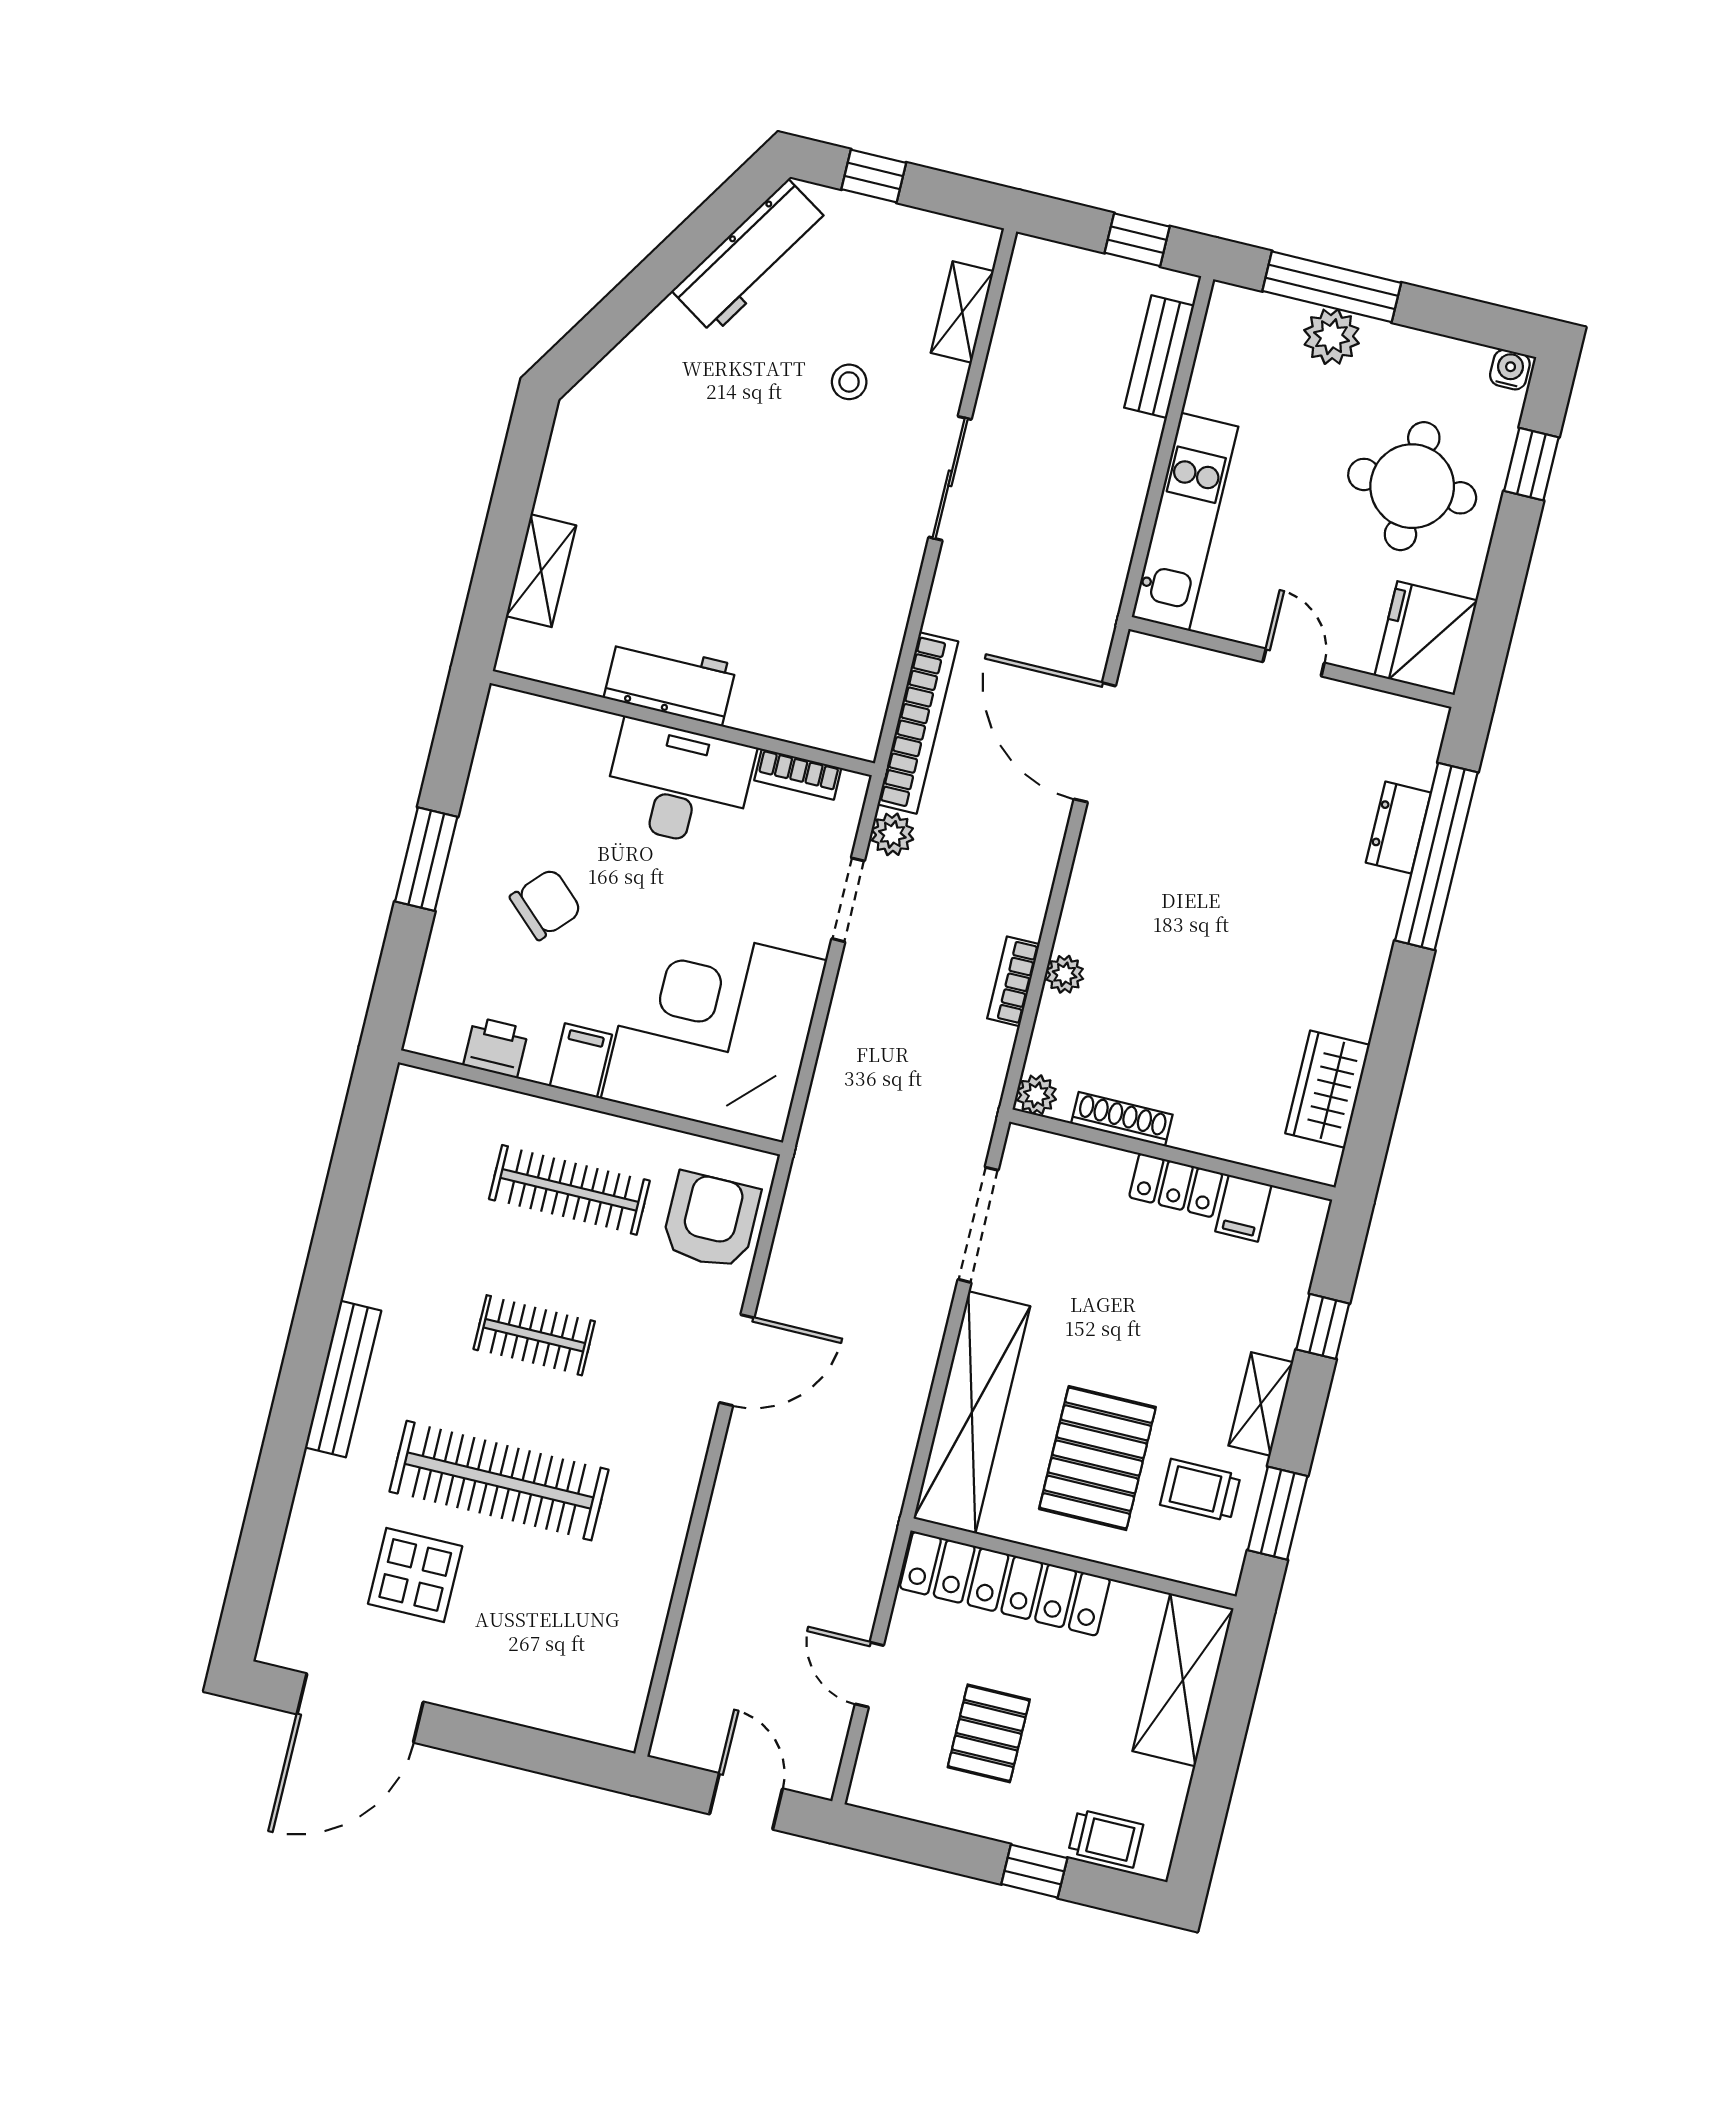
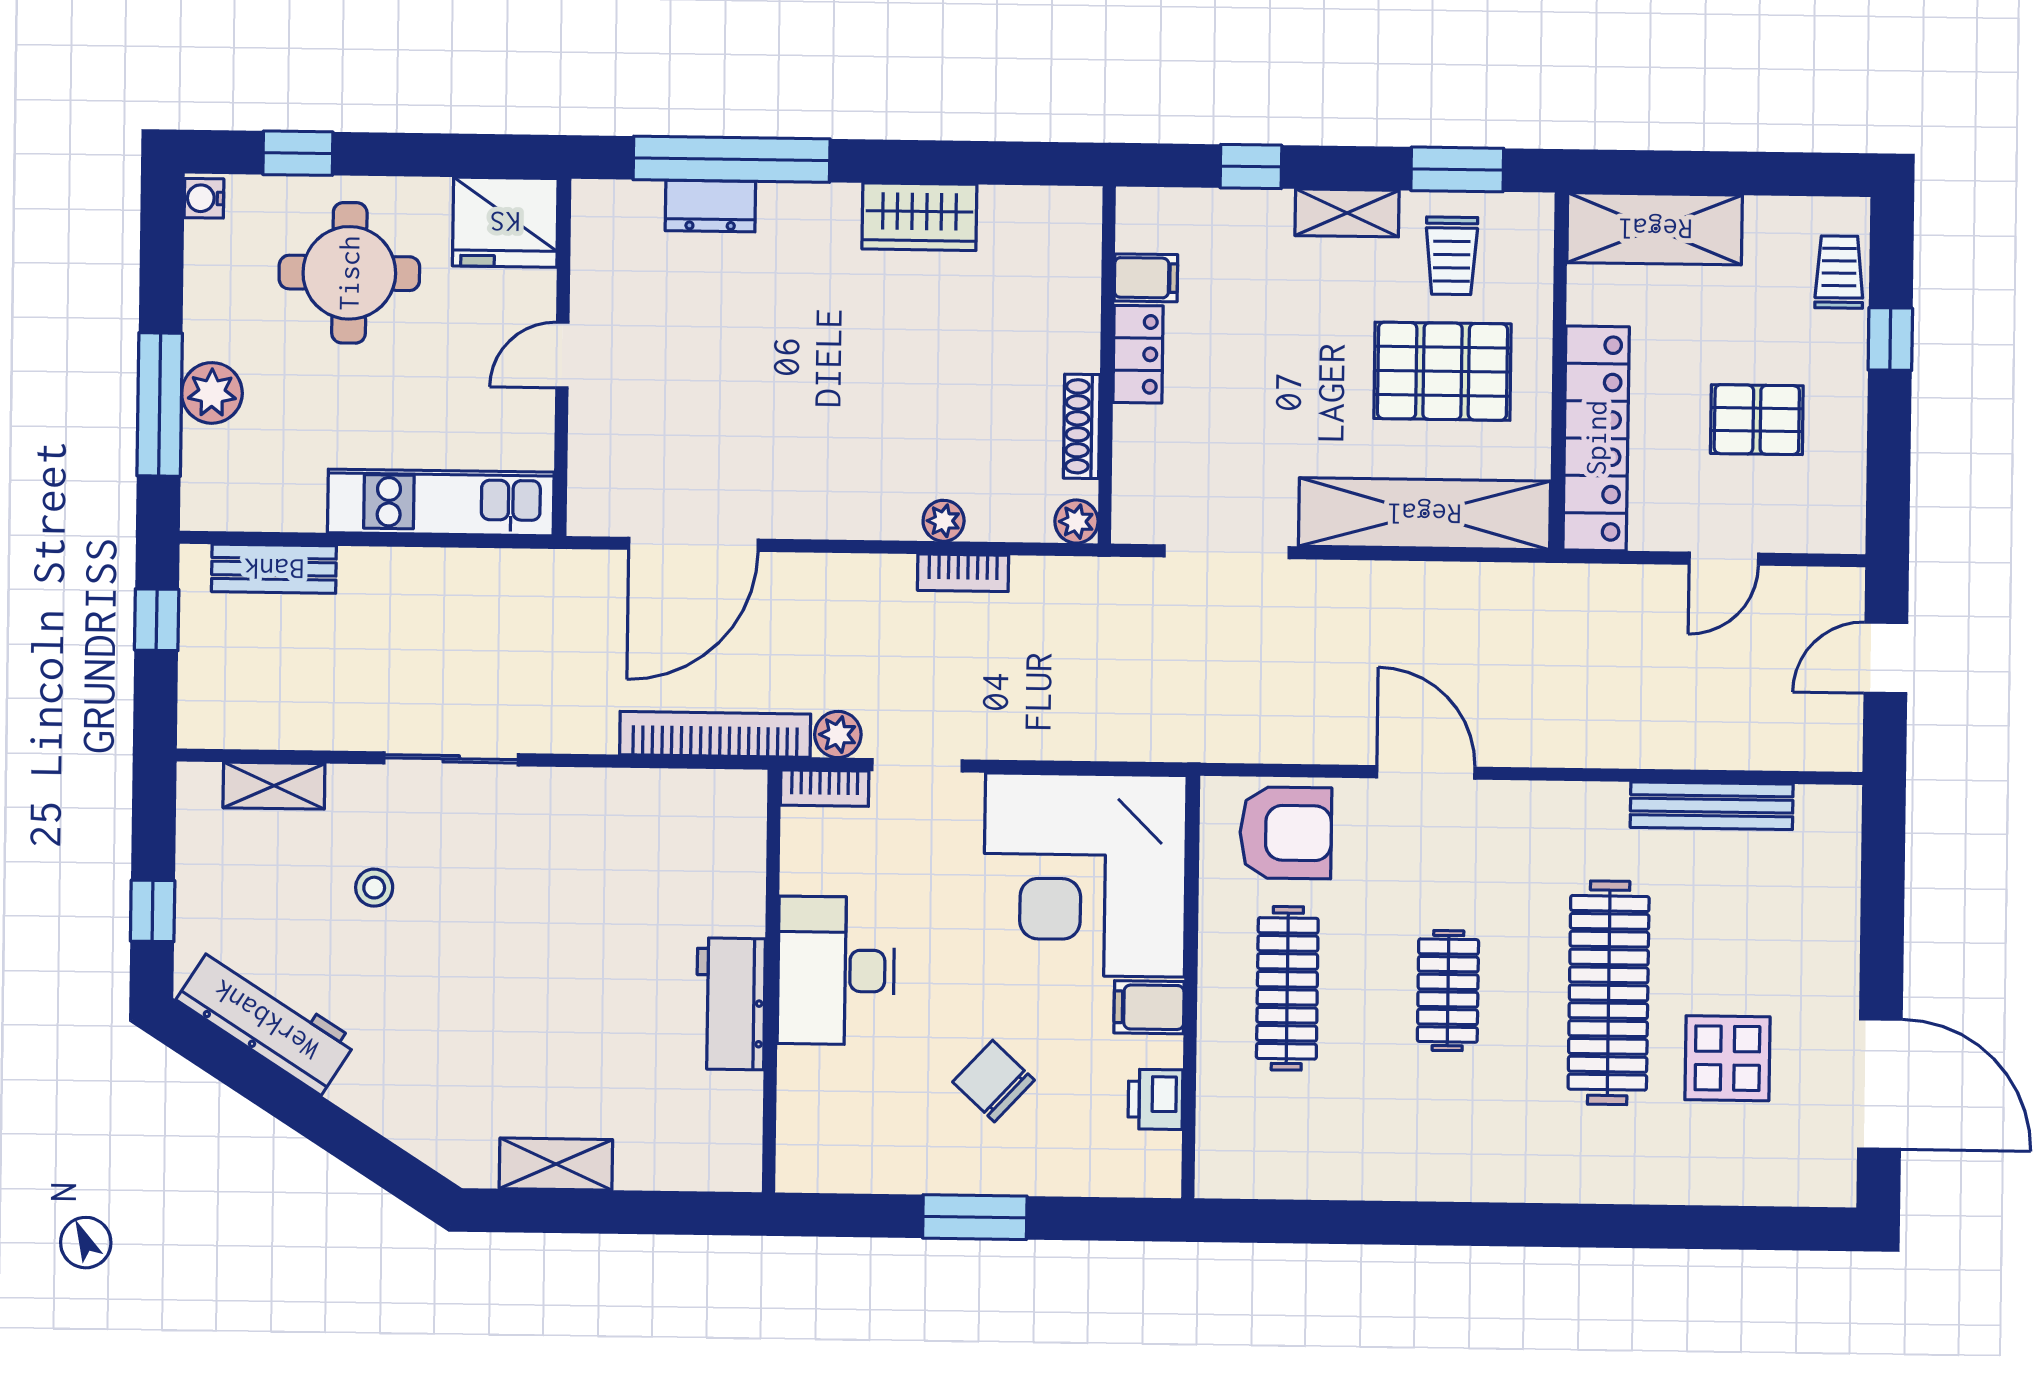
shelving: (541, 571) -> (556, 1164), moved
bookcase: (798, 774) -> (825, 788), moved, turned 90
wardrobe: (1328, 1089) -> (919, 217), moved
armchair: (711, 1221) -> (1286, 833), turned 180
bench: (343, 1379) -> (1712, 806), moved

